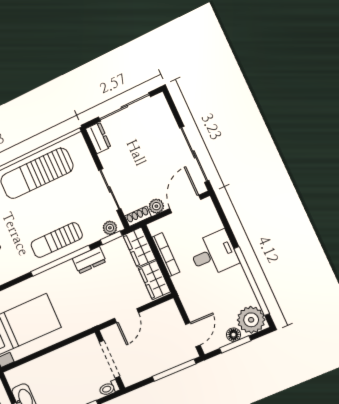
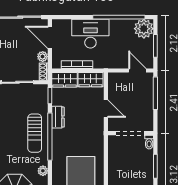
plant: (110, 228) -> (43, 171), moved
desk: (214, 254) -> (90, 34), width x1.37
floor lamp: (233, 335) -> (149, 44), removed

